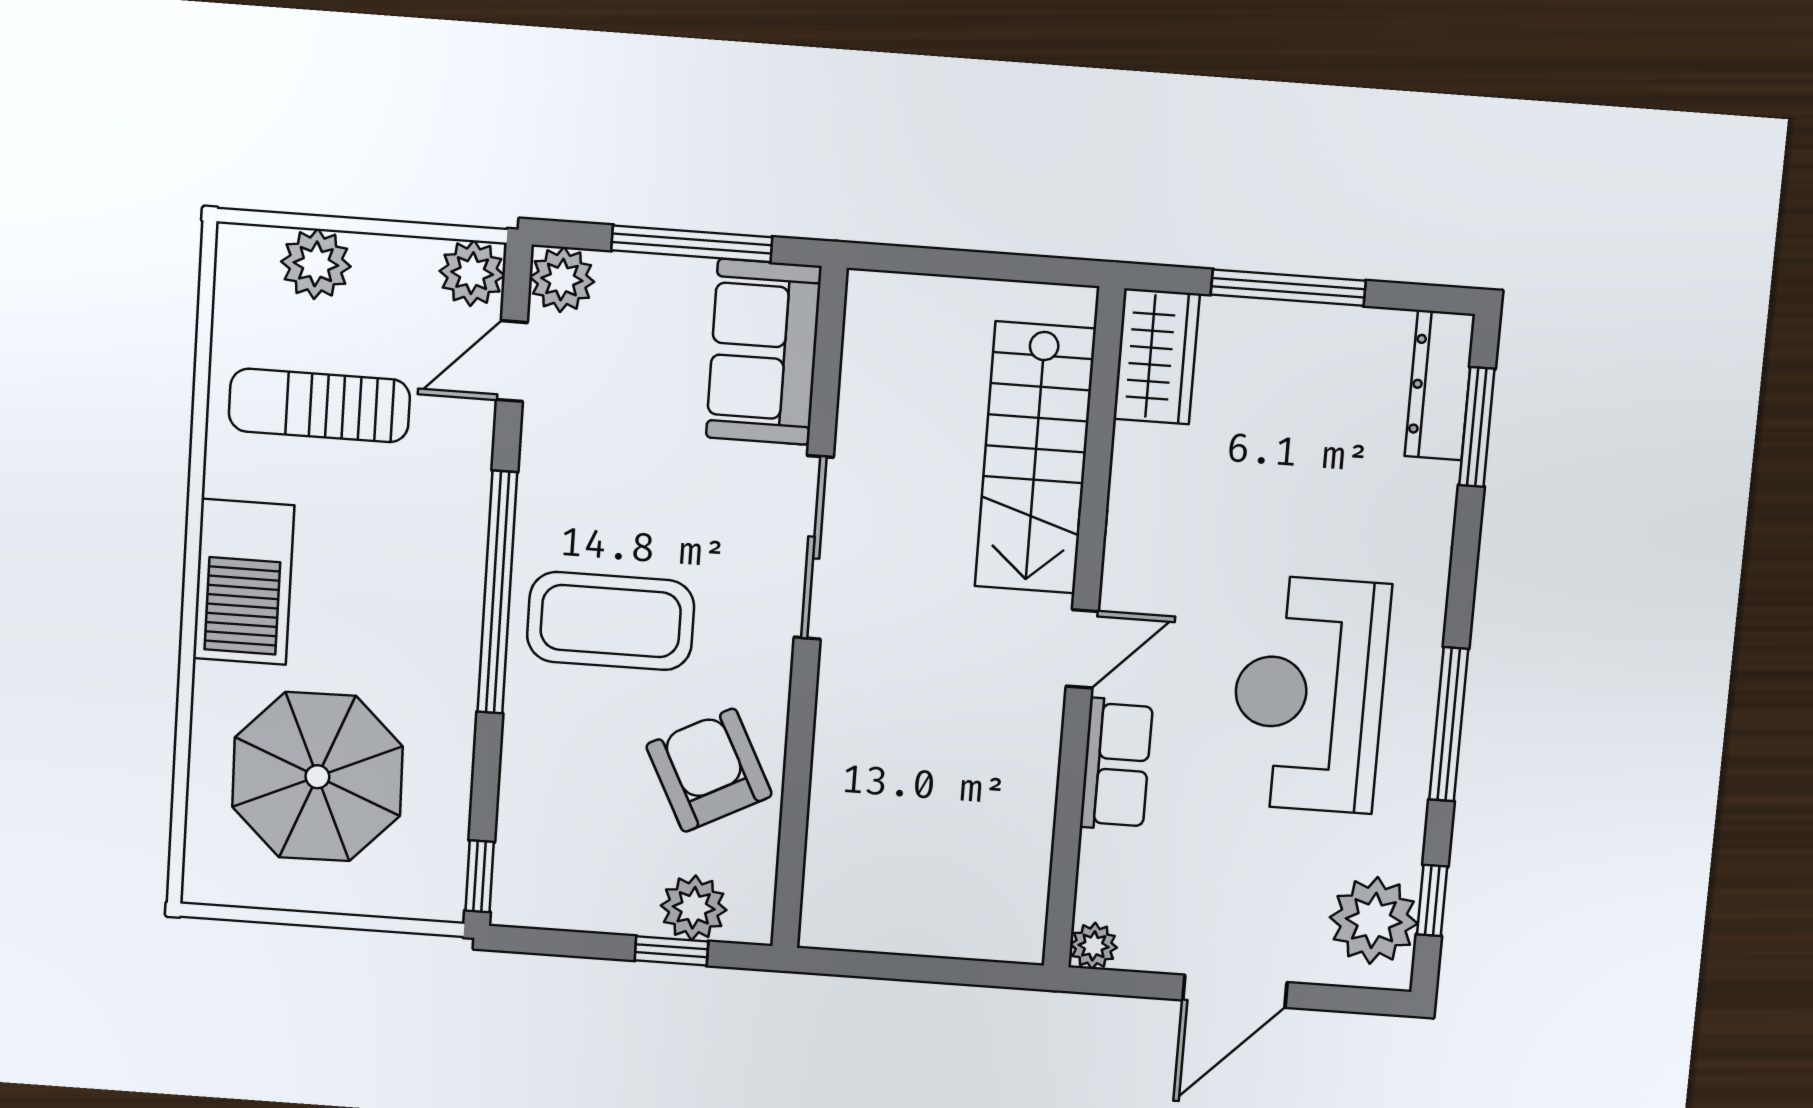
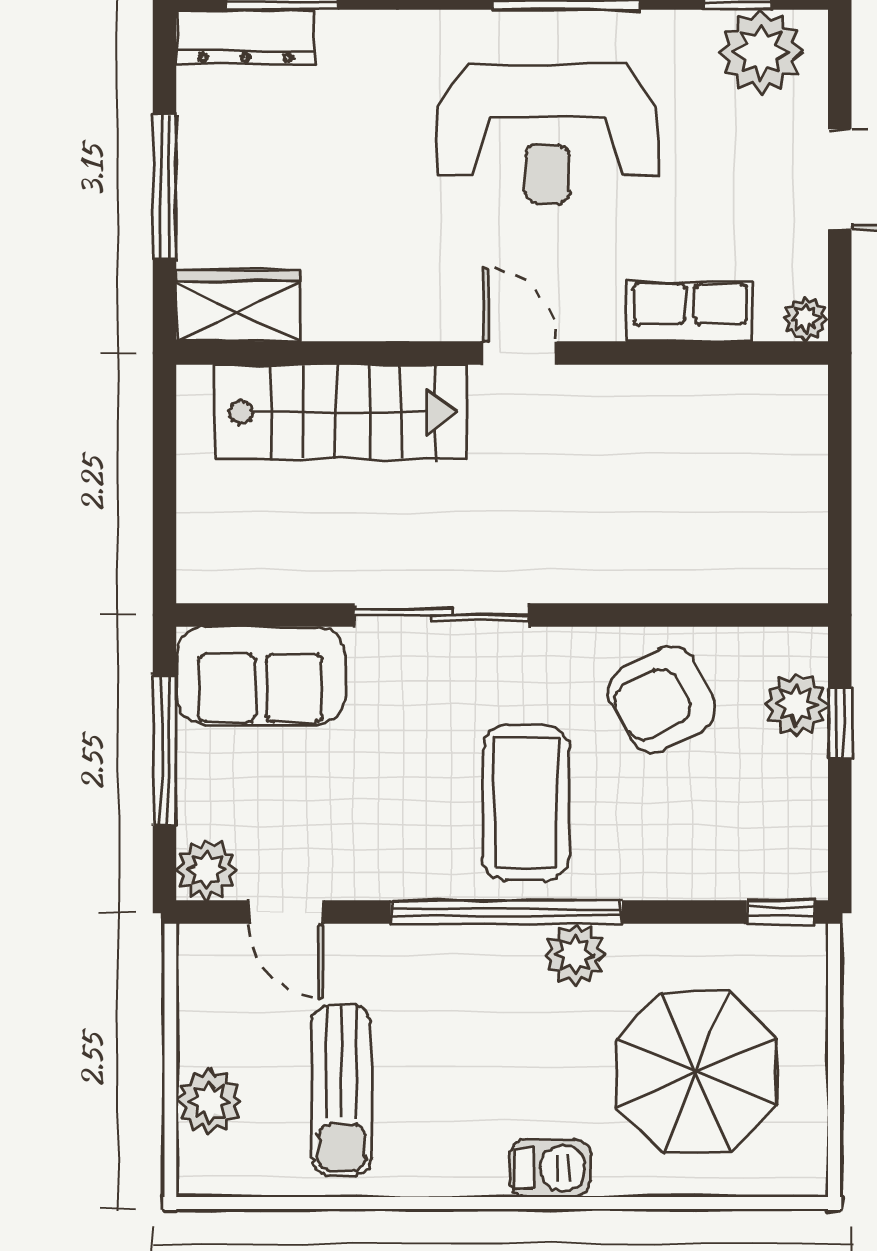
plant: (472, 273) -> (575, 954), moved
barbecue: (244, 582) -> (550, 1168), width x0.53, depth x0.65
row of seats: (1116, 764) -> (690, 311), moved

